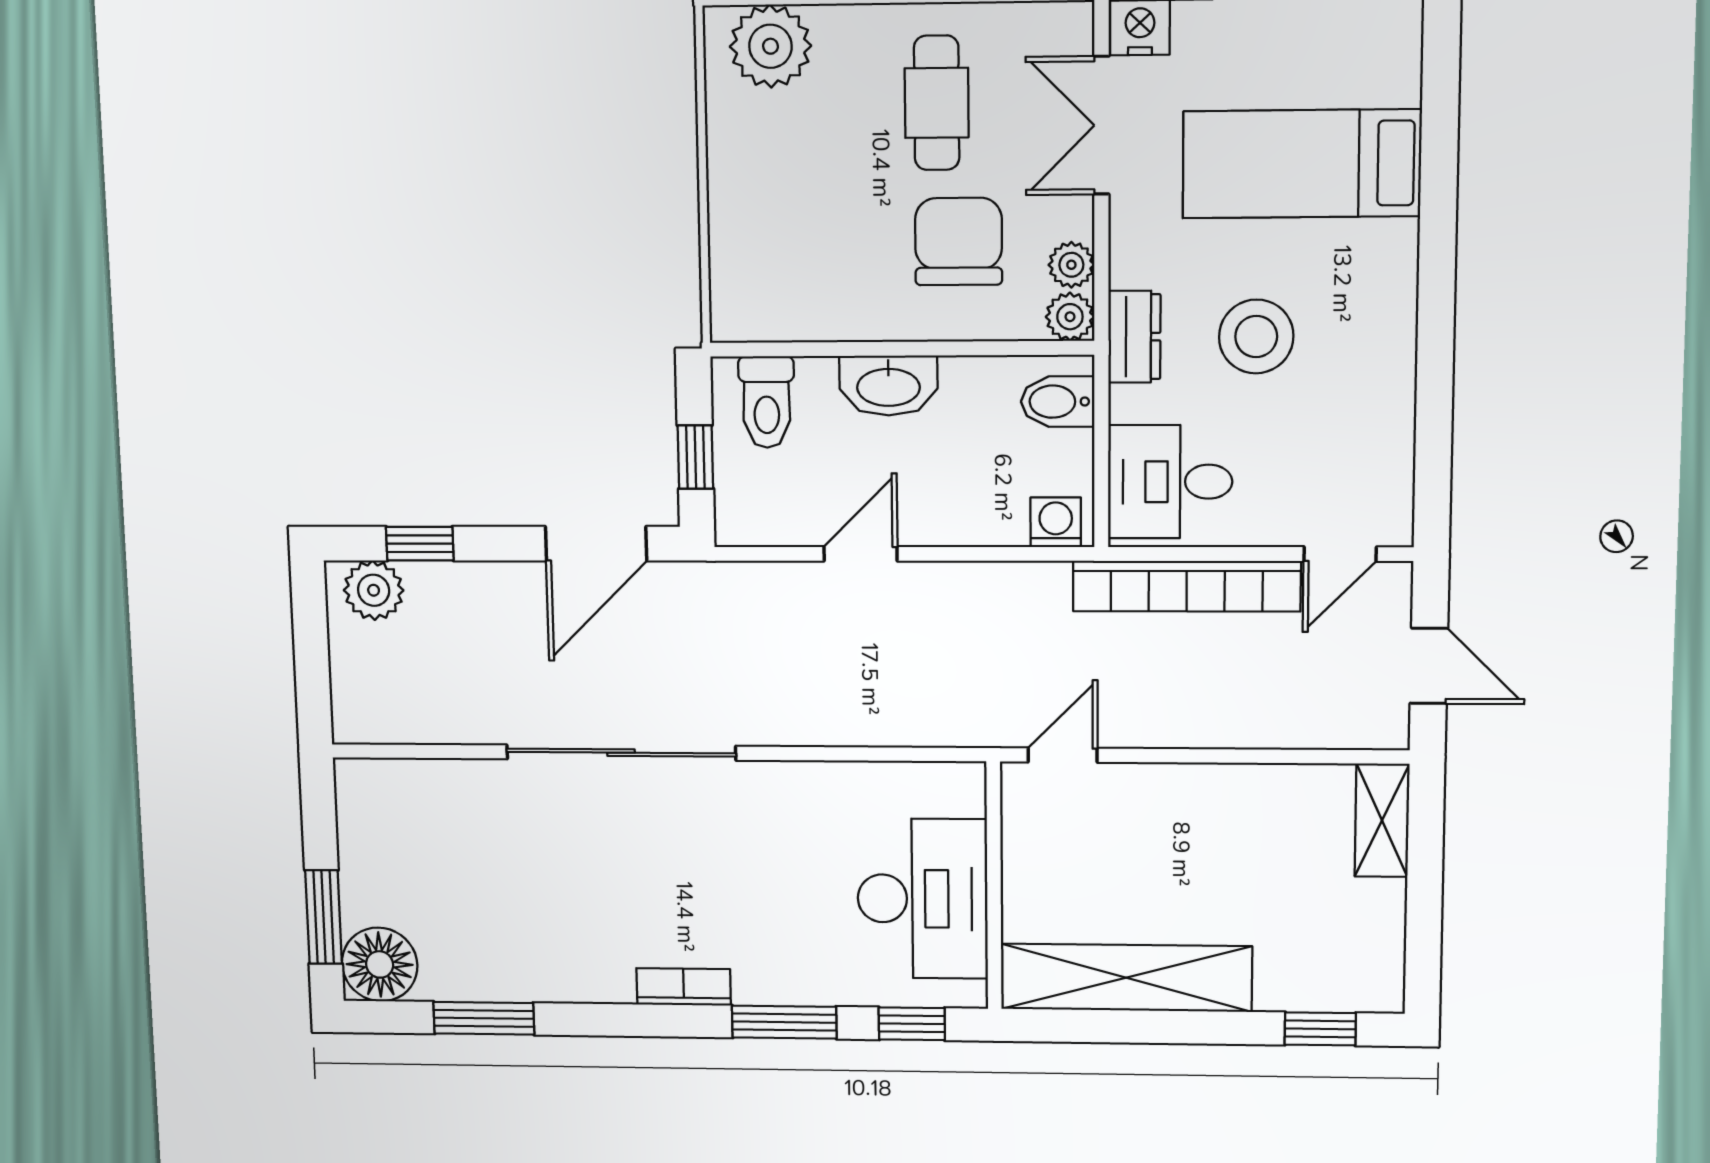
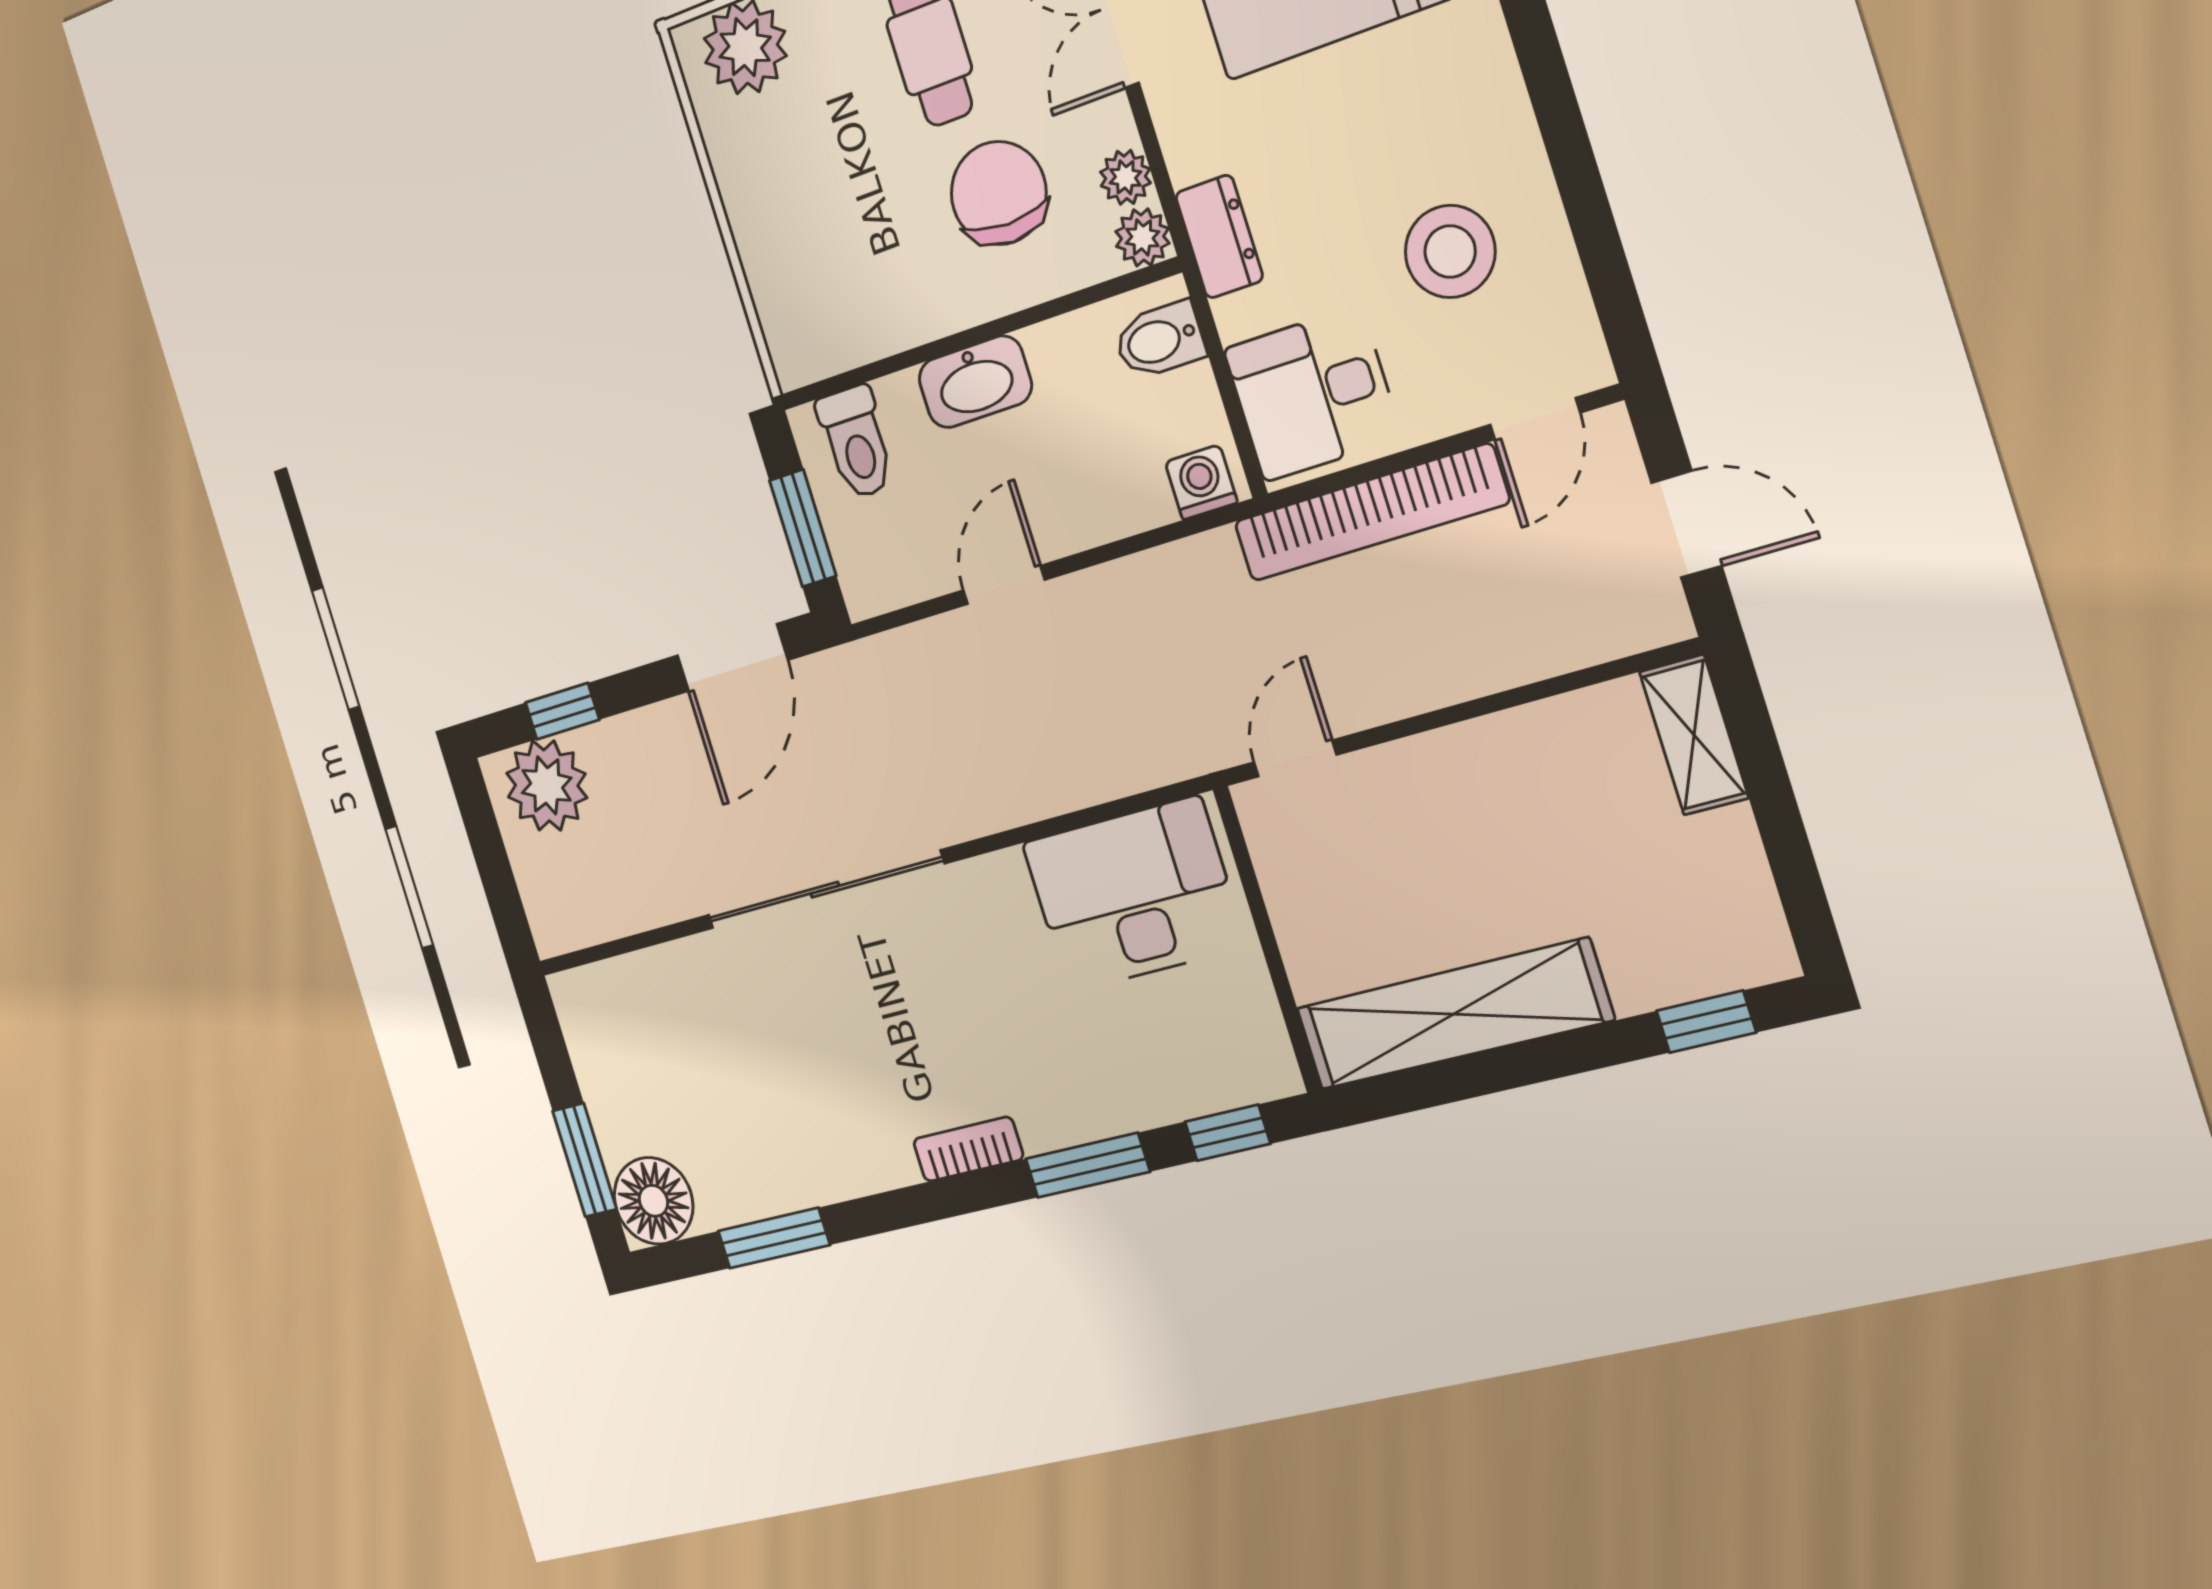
stool: (1256, 336) -> (1450, 251), moved
window: (695, 457) -> (803, 528), width x1.50
plant: (374, 590) -> (547, 785), width x1.36, depth x1.36
desk: (923, 899) -> (1134, 894), moved, turned -90

